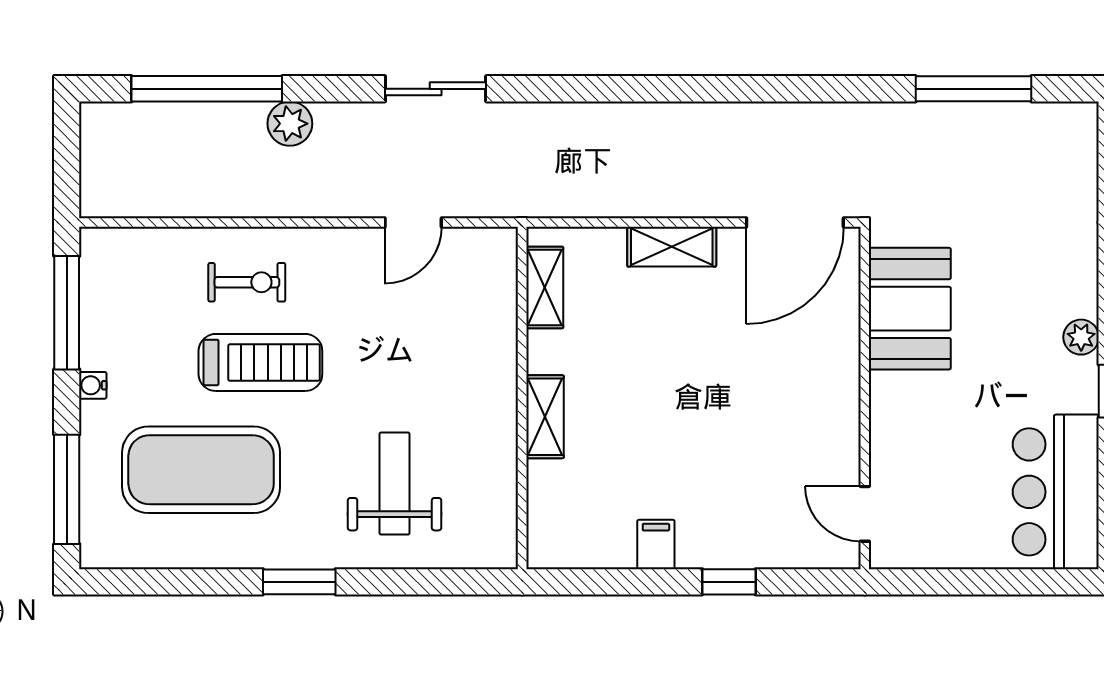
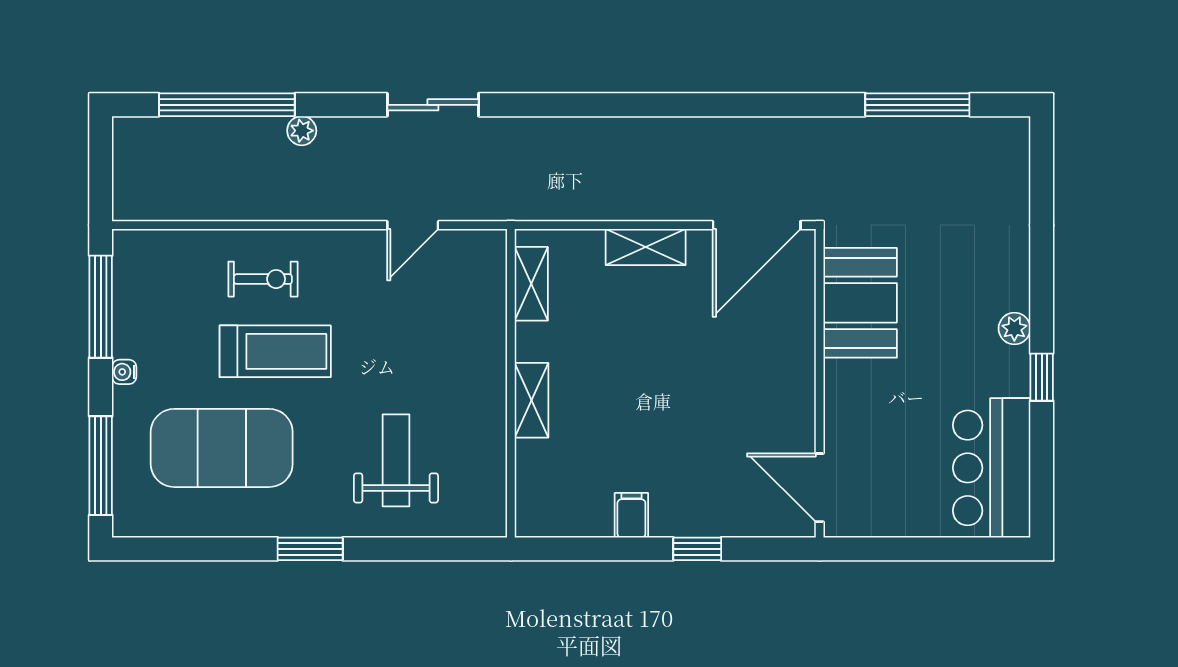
plant: (290, 124) -> (302, 131), width x0.73, depth x0.73
door: (865, 514) -> (820, 488), width x1.38

